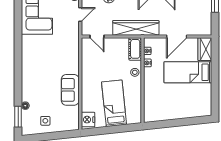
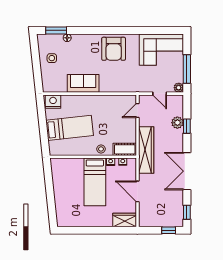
armchair: (36, 60) -> (114, 49), added
bed: (188, 72) -> (95, 182), moved, turned 180

